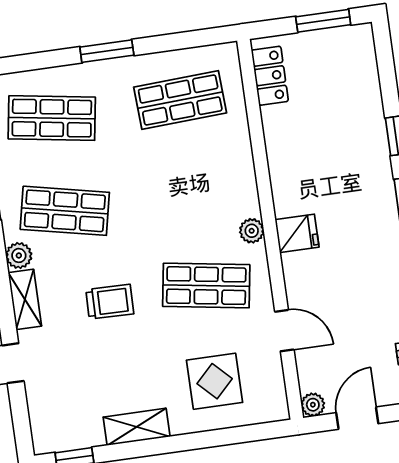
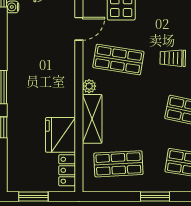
shelving: (238, 173) -> (92, 119), added
fridge: (297, 233) -> (61, 135), moved, width x1.88, depth x1.34
door: (284, 331) -> (79, 29), swing flipped

